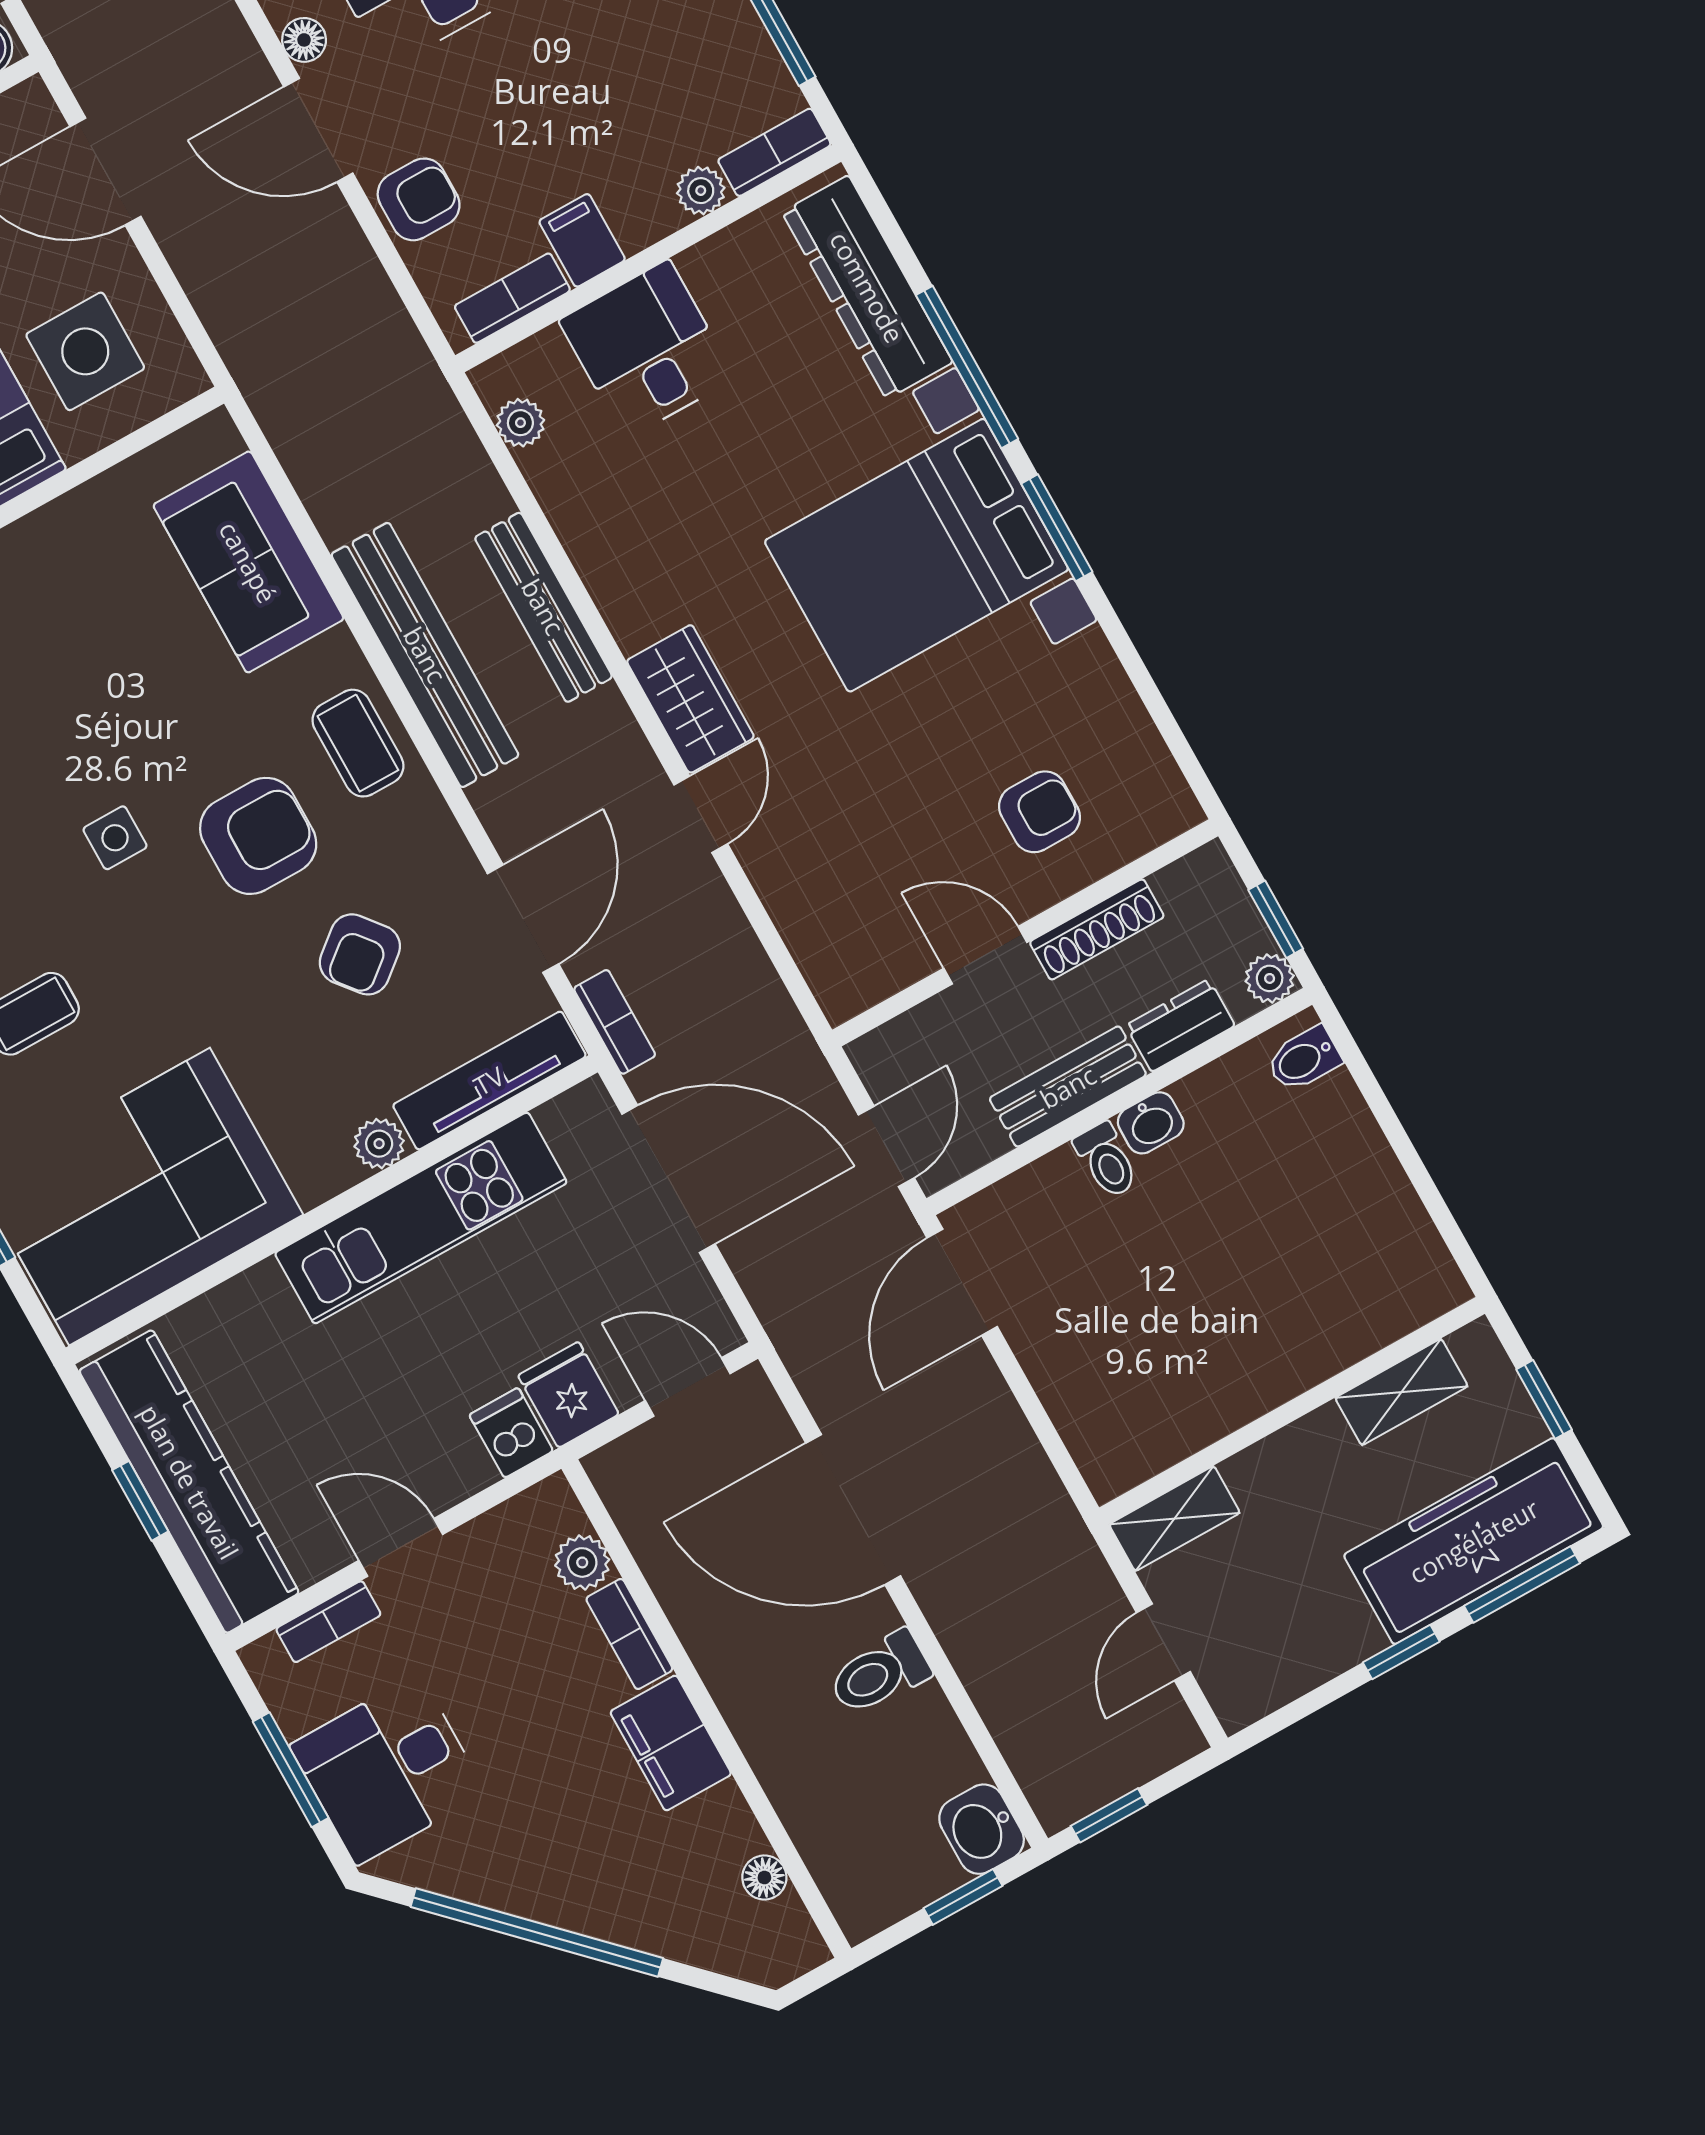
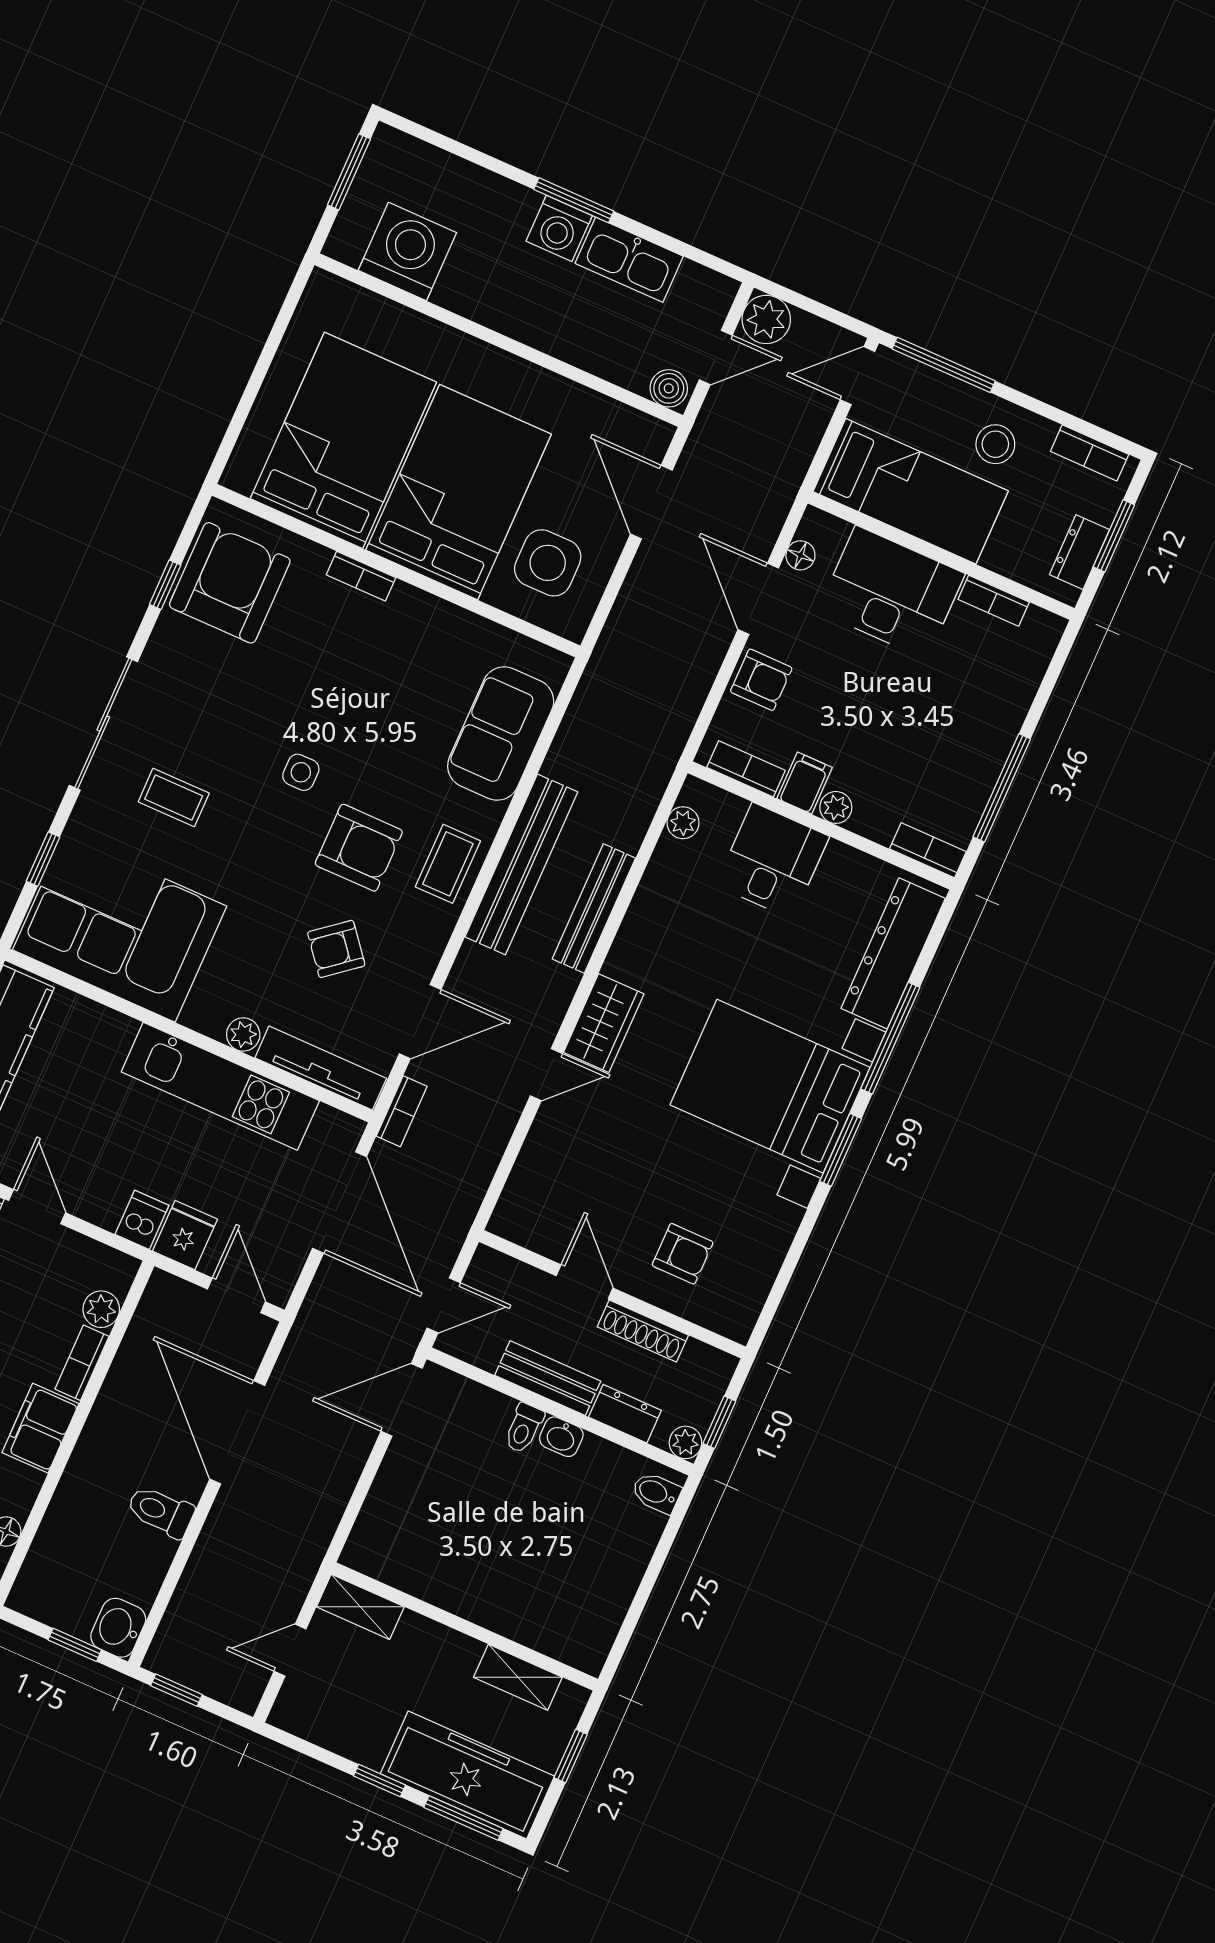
plant: (701, 191) -> (836, 807), moved

